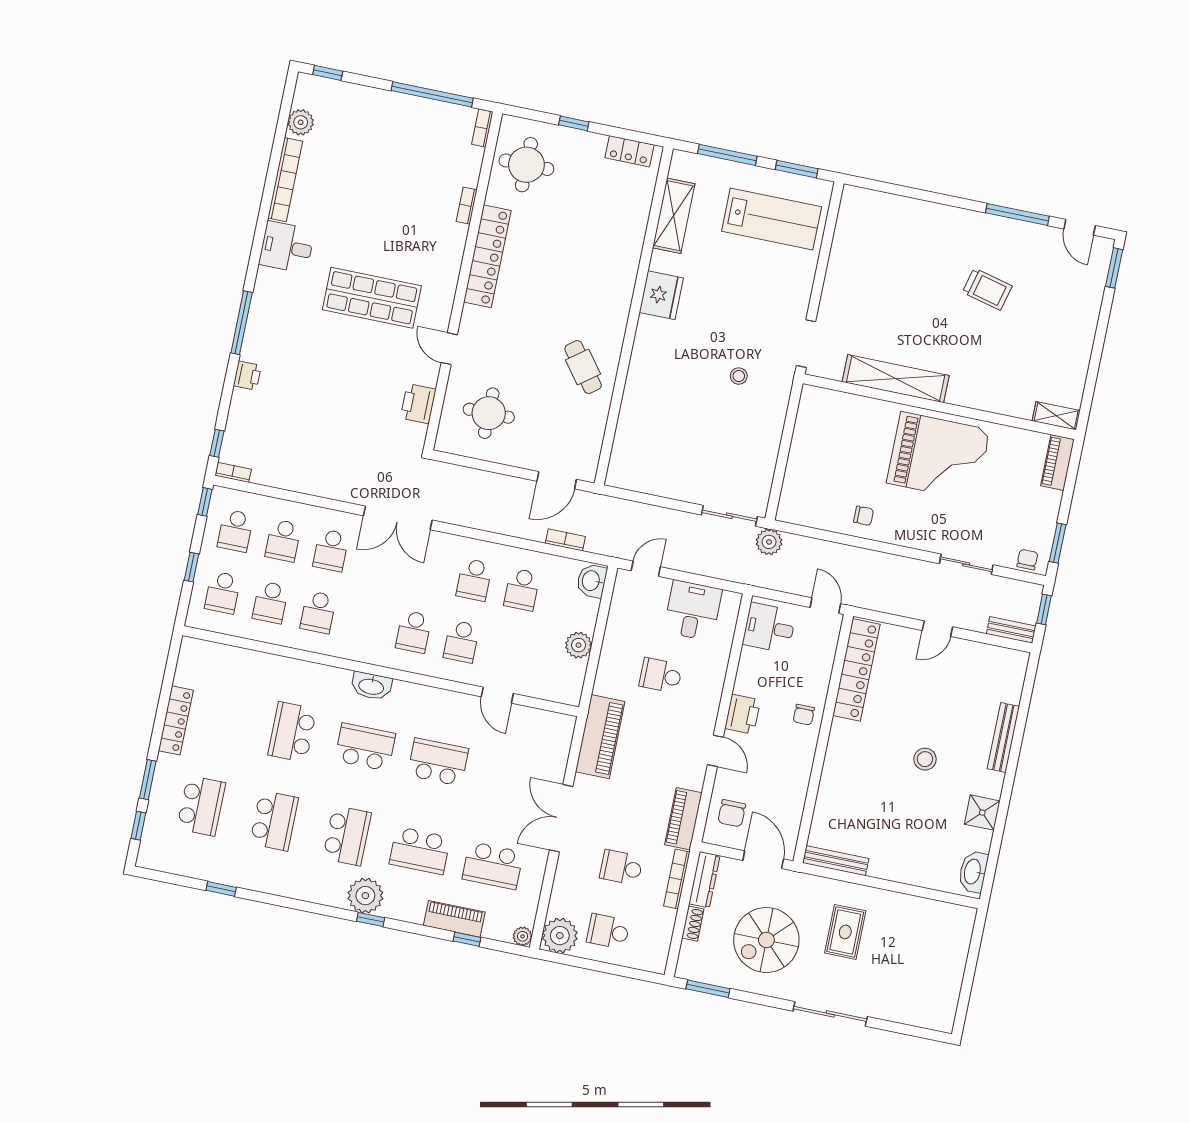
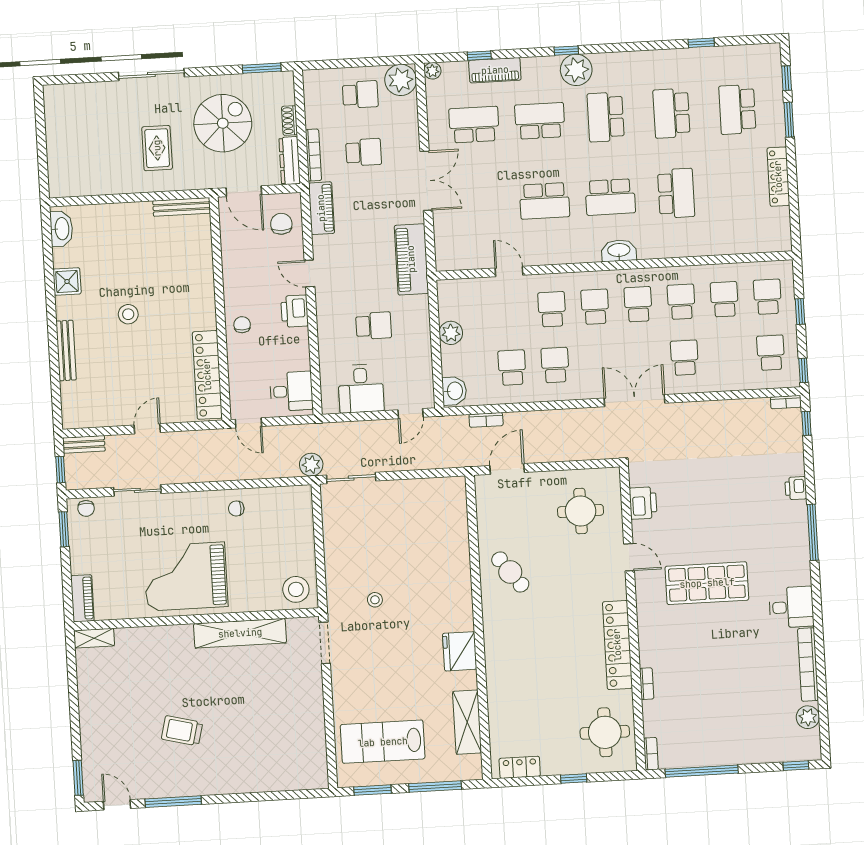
stool: (822, 410) -> (296, 589), added
school desk: (283, 541) -> (638, 304), moved

